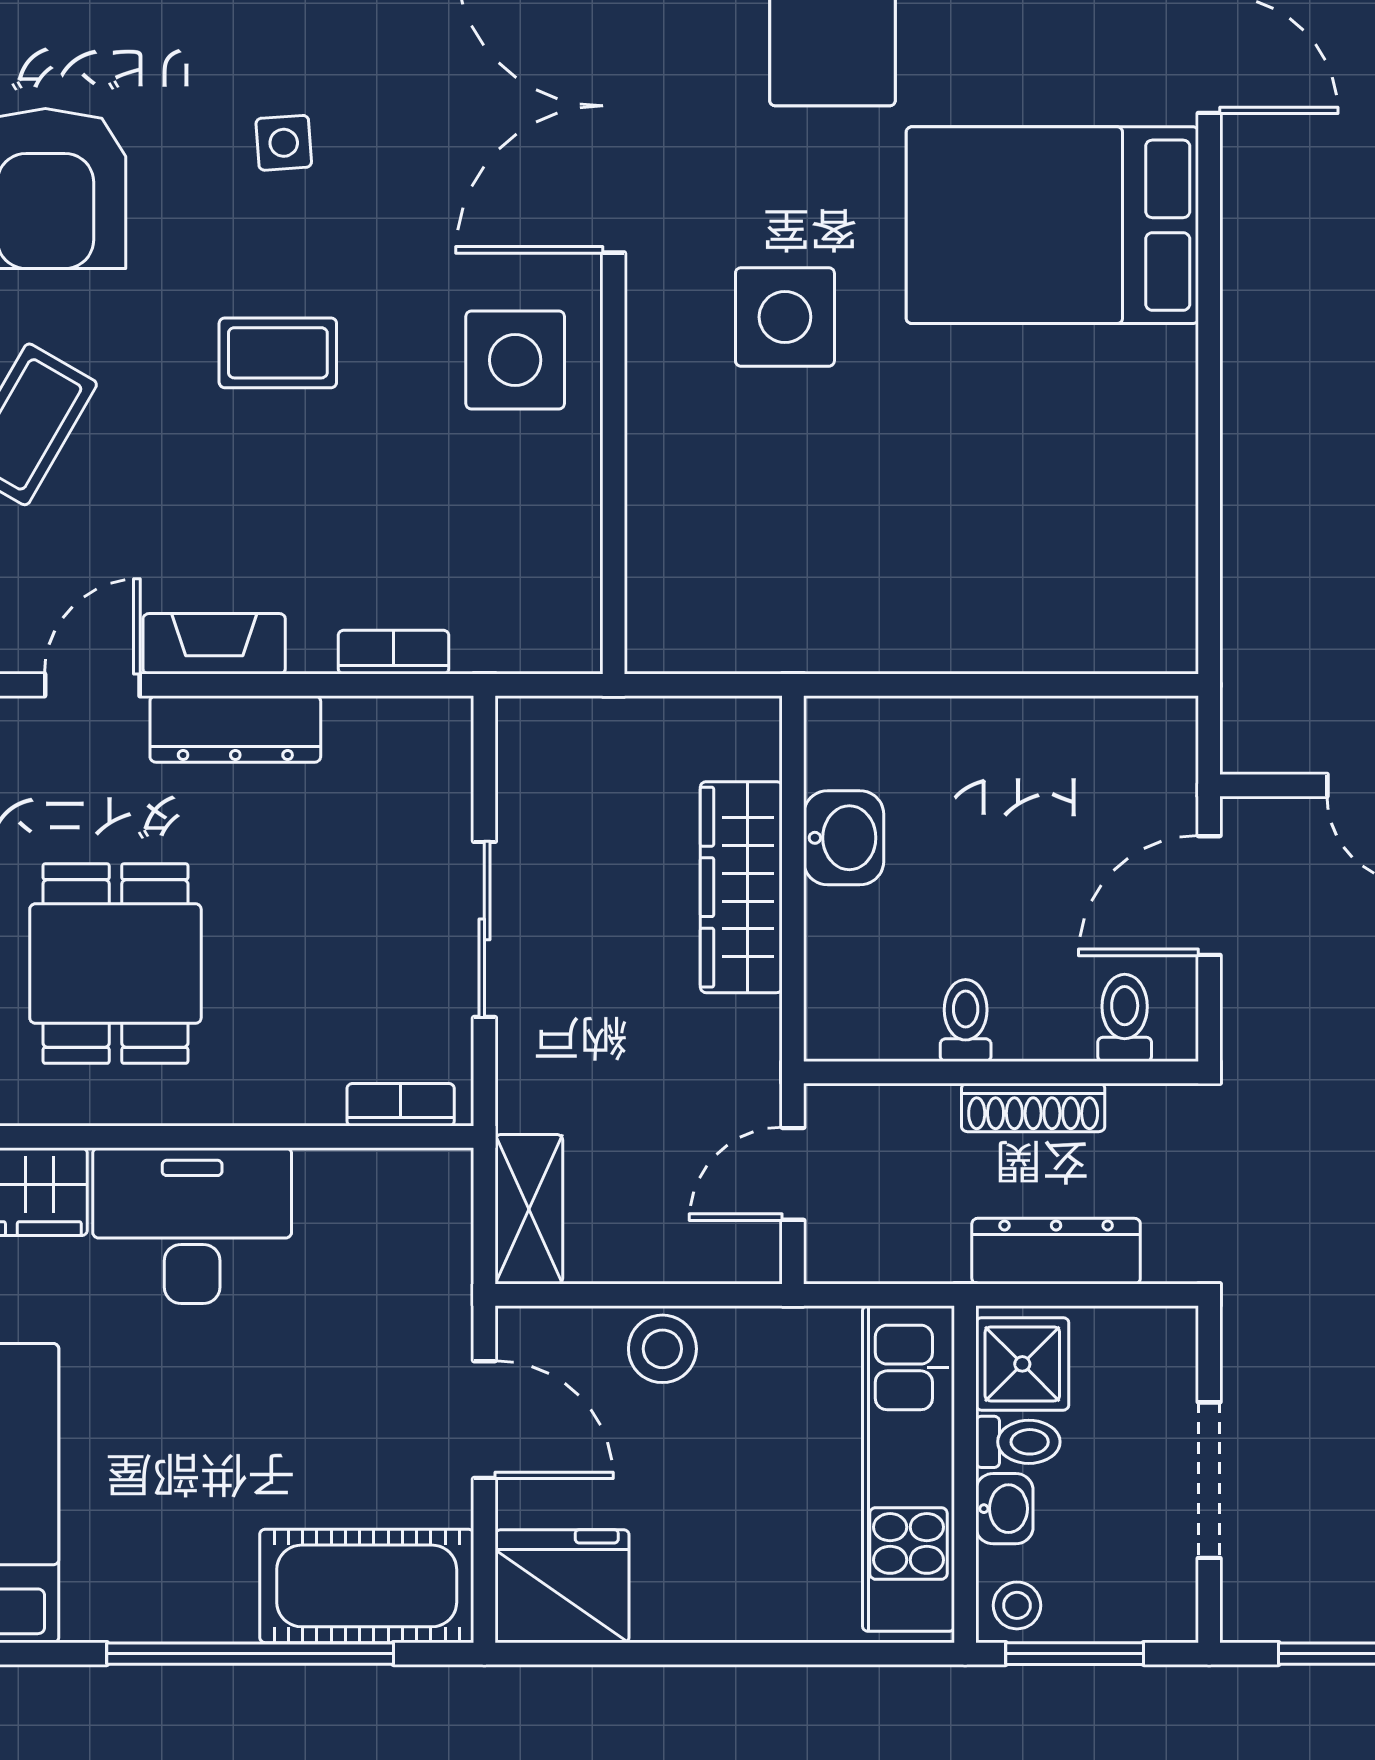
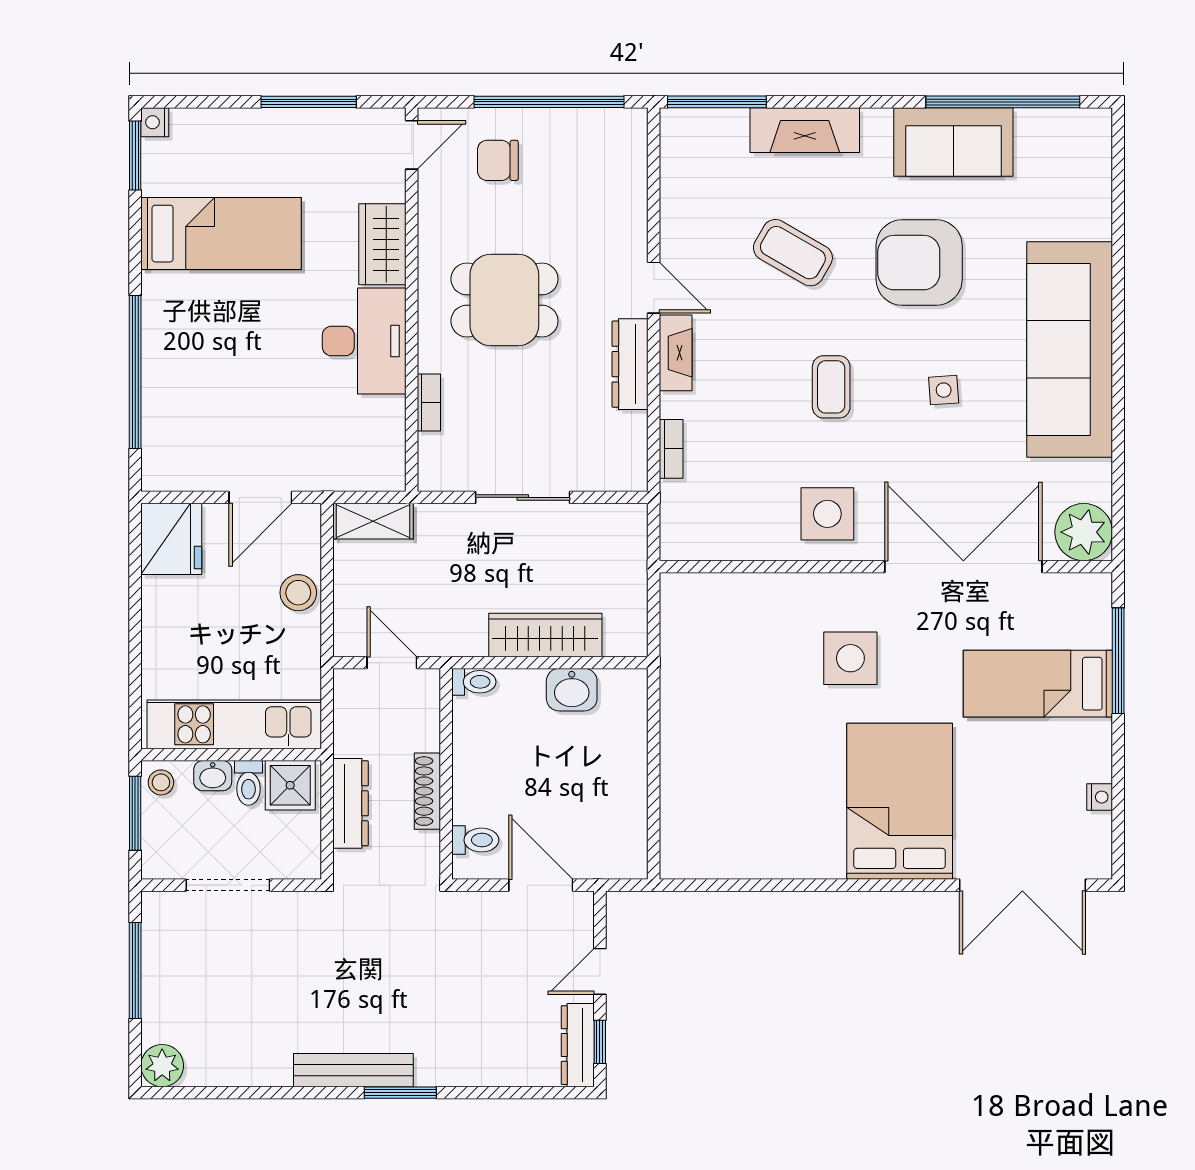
toilet: (966, 1020) -> (474, 682), moved
bookcase: (401, 1105) -> (429, 403), moved
cot: (367, 1586) -> (171, 434), removed

